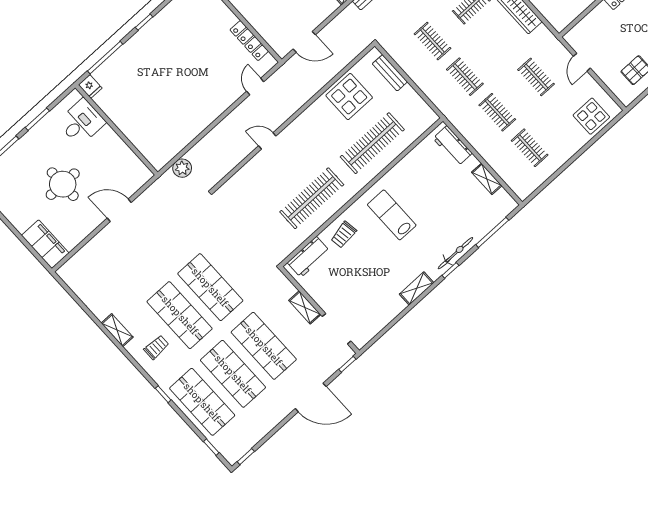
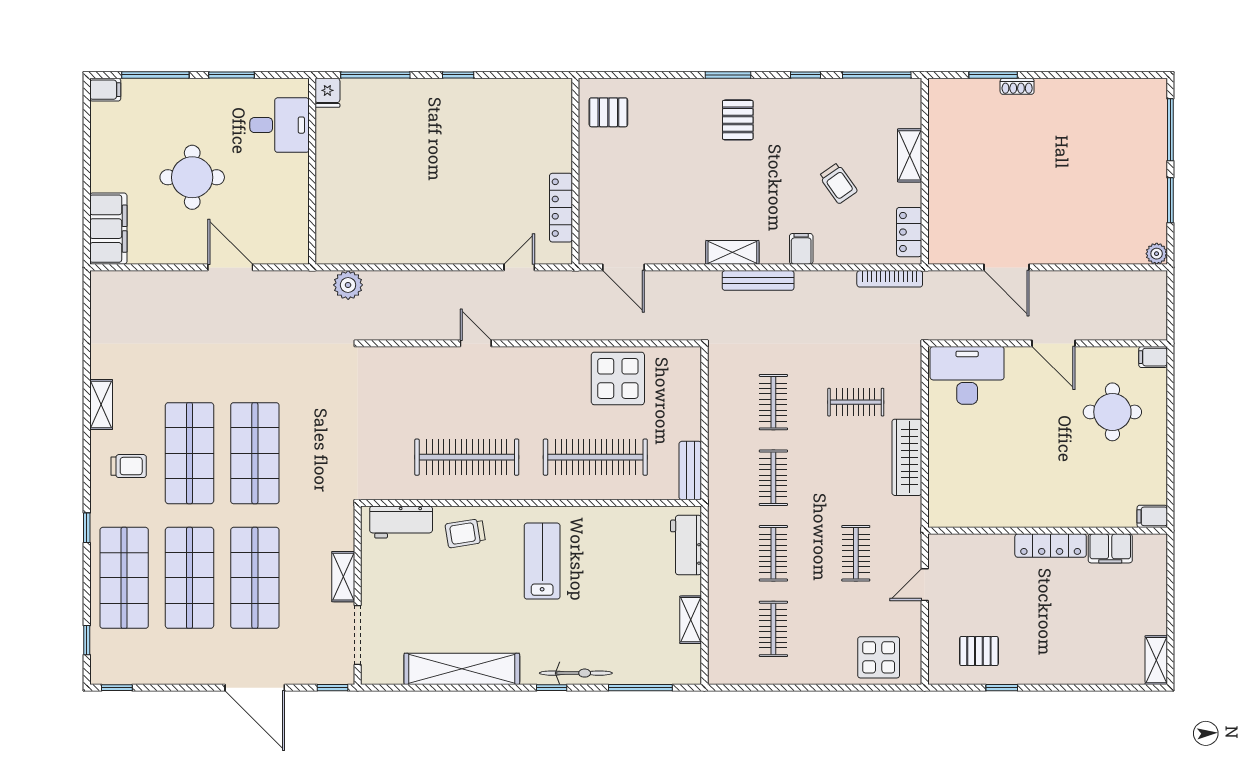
bench: (390, 73) -> (690, 471), moved
shelving: (417, 288) -> (462, 669), width x2.20, depth x1.33

